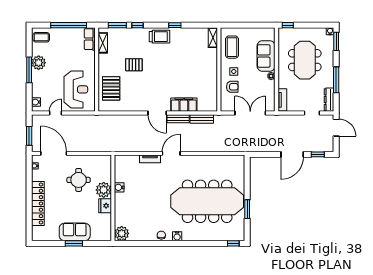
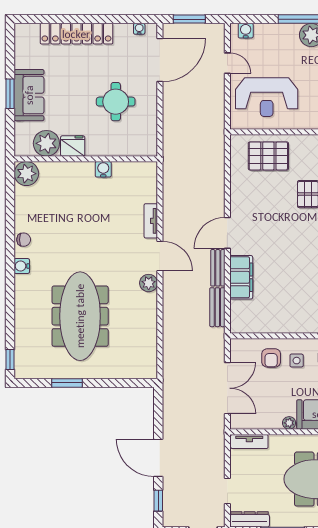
plant: (187, 160) -> (149, 283), added
plant: (104, 190) -> (46, 143), moved
meeting table: (207, 201) -> (80, 316), width x0.73, depth x0.79

